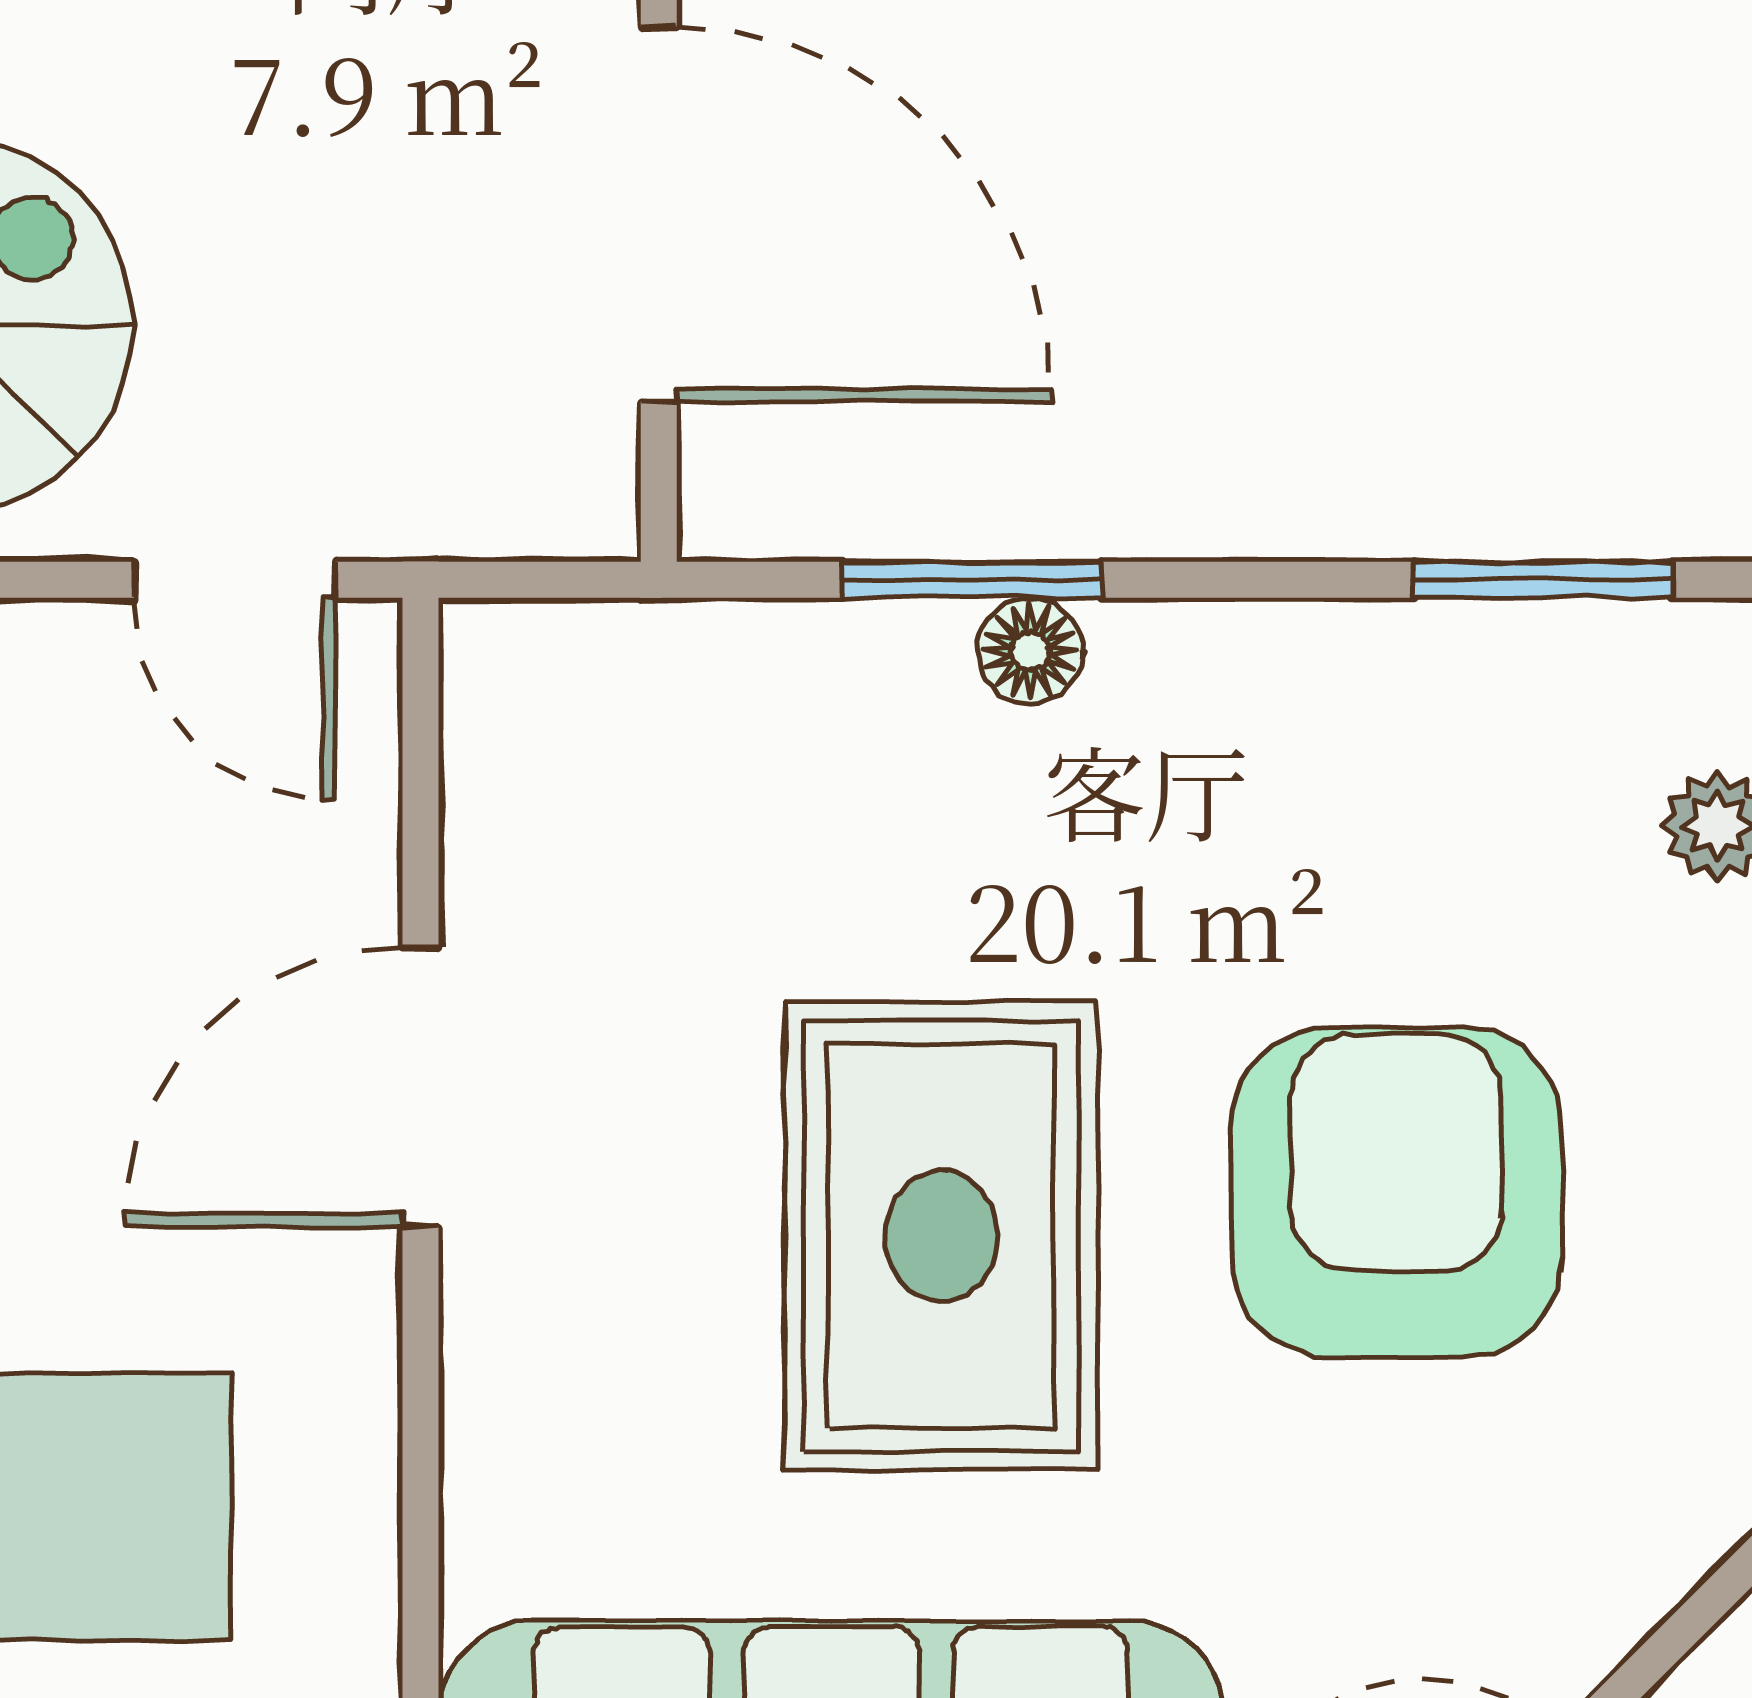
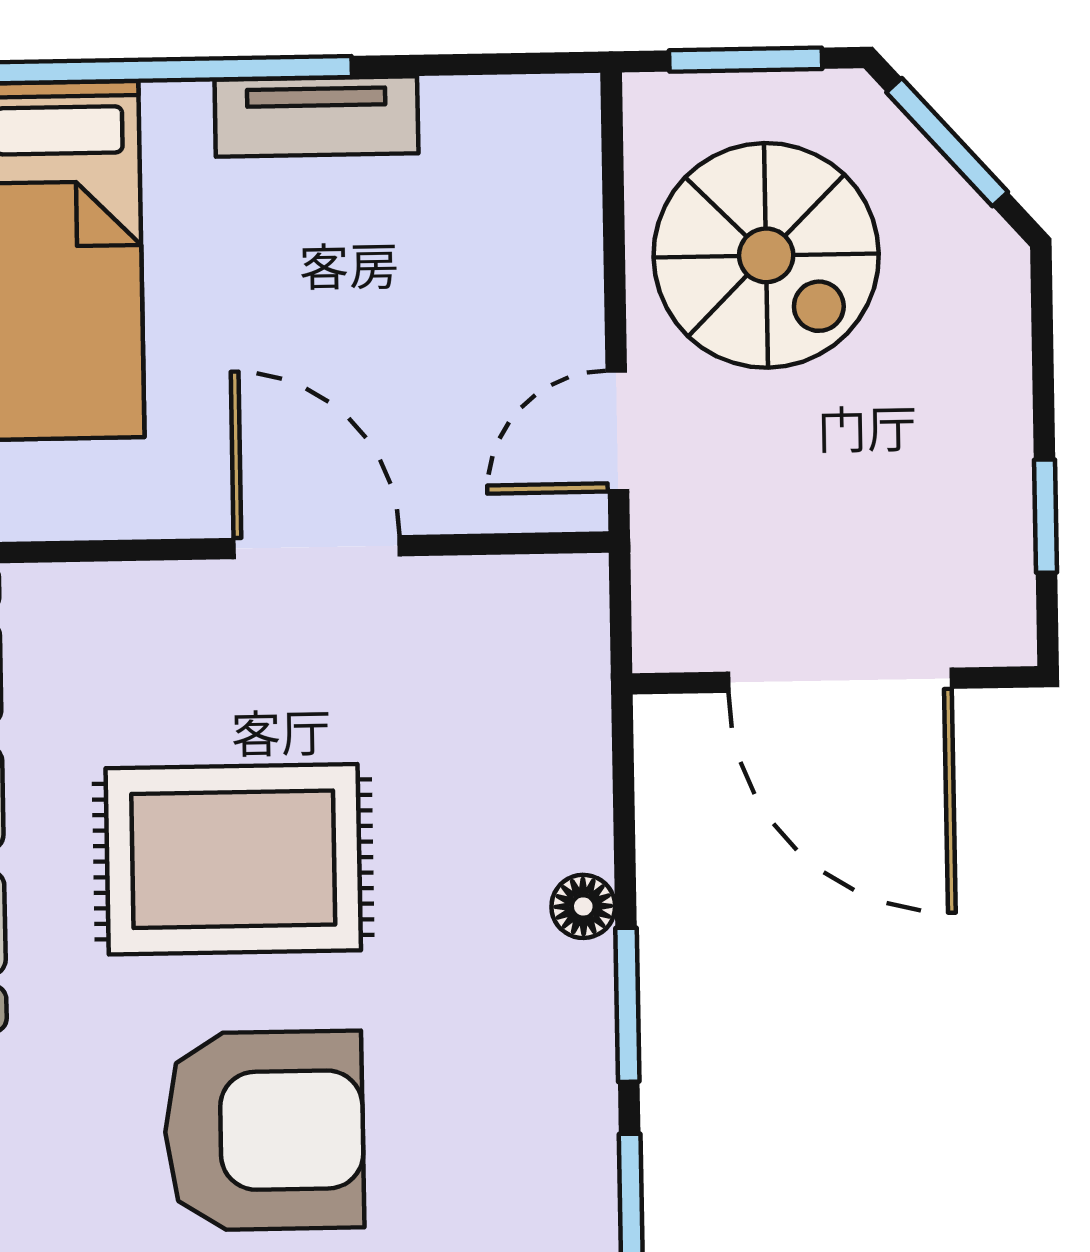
door: (659, 214) -> (840, 680), hinge flipped
window: (972, 580) -> (627, 1005), moved

